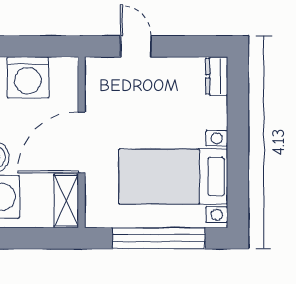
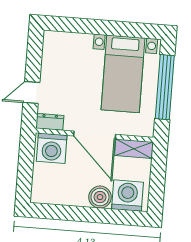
dresser: (217, 76) -> (50, 122), moved, turned 180
washing machine: (28, 77) -> (52, 148), moved, turned 90

